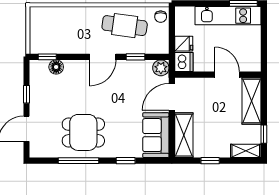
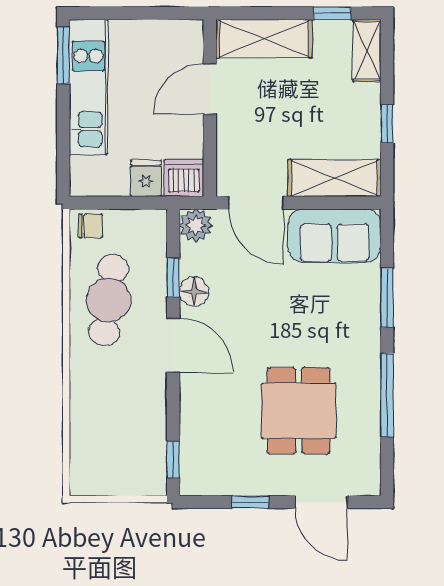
floor lamp: (56, 67) -> (194, 292), moved
dining table: (83, 132) -> (299, 411), moved
window: (126, 161) -> (387, 298), width x1.50

